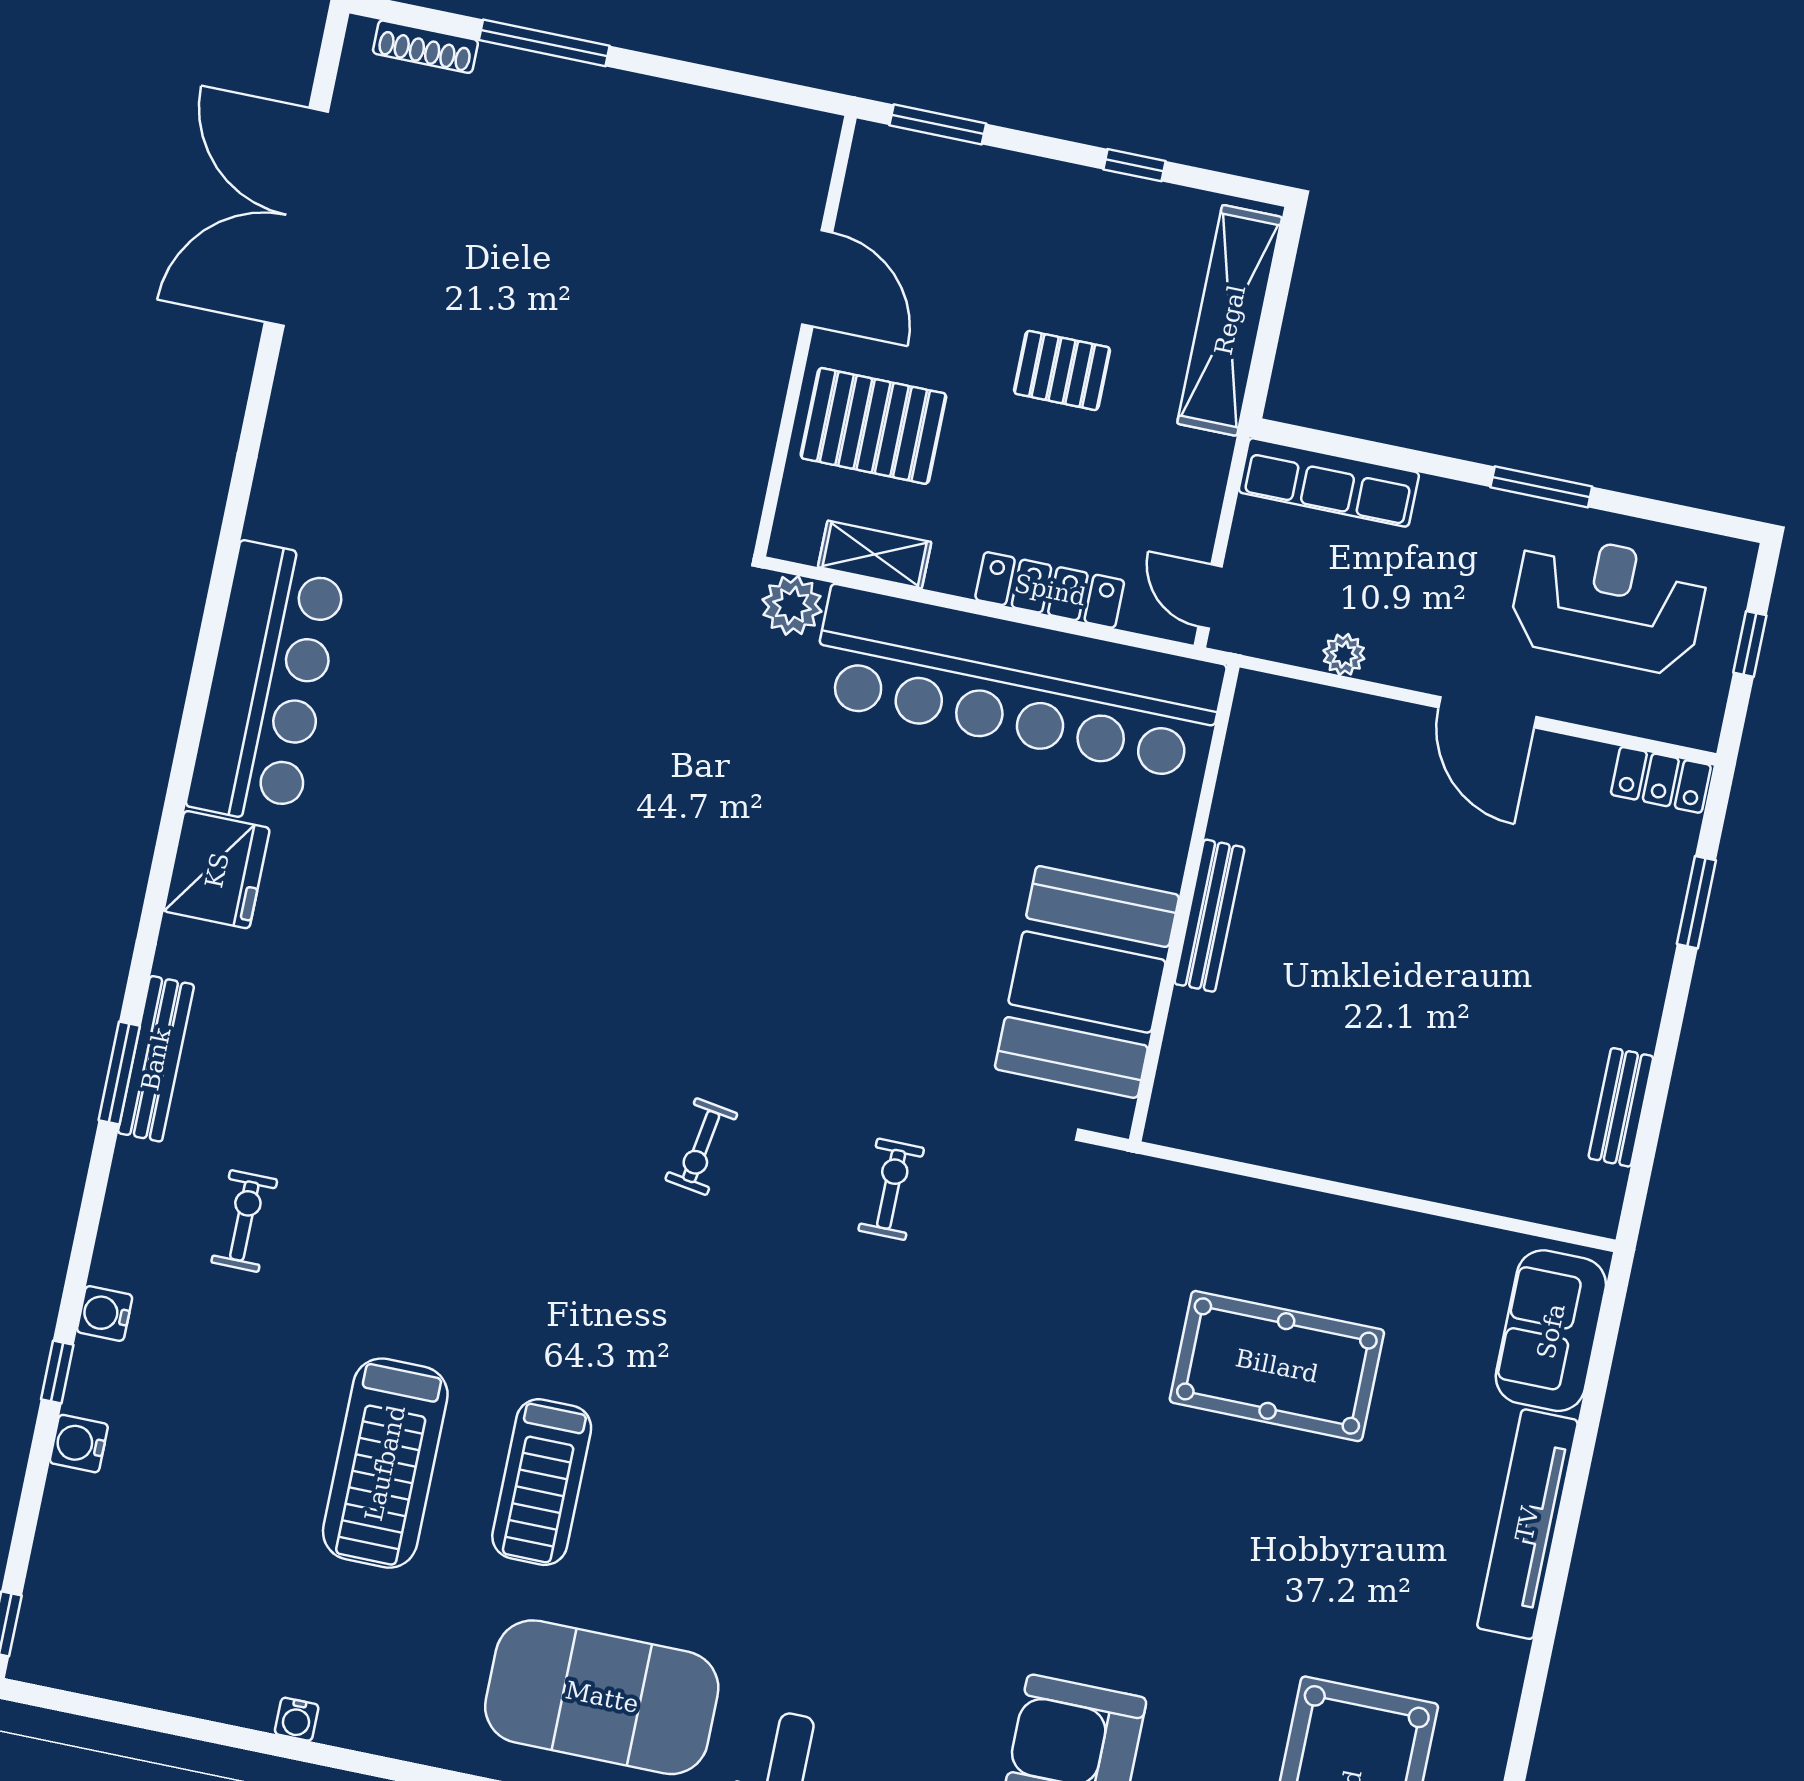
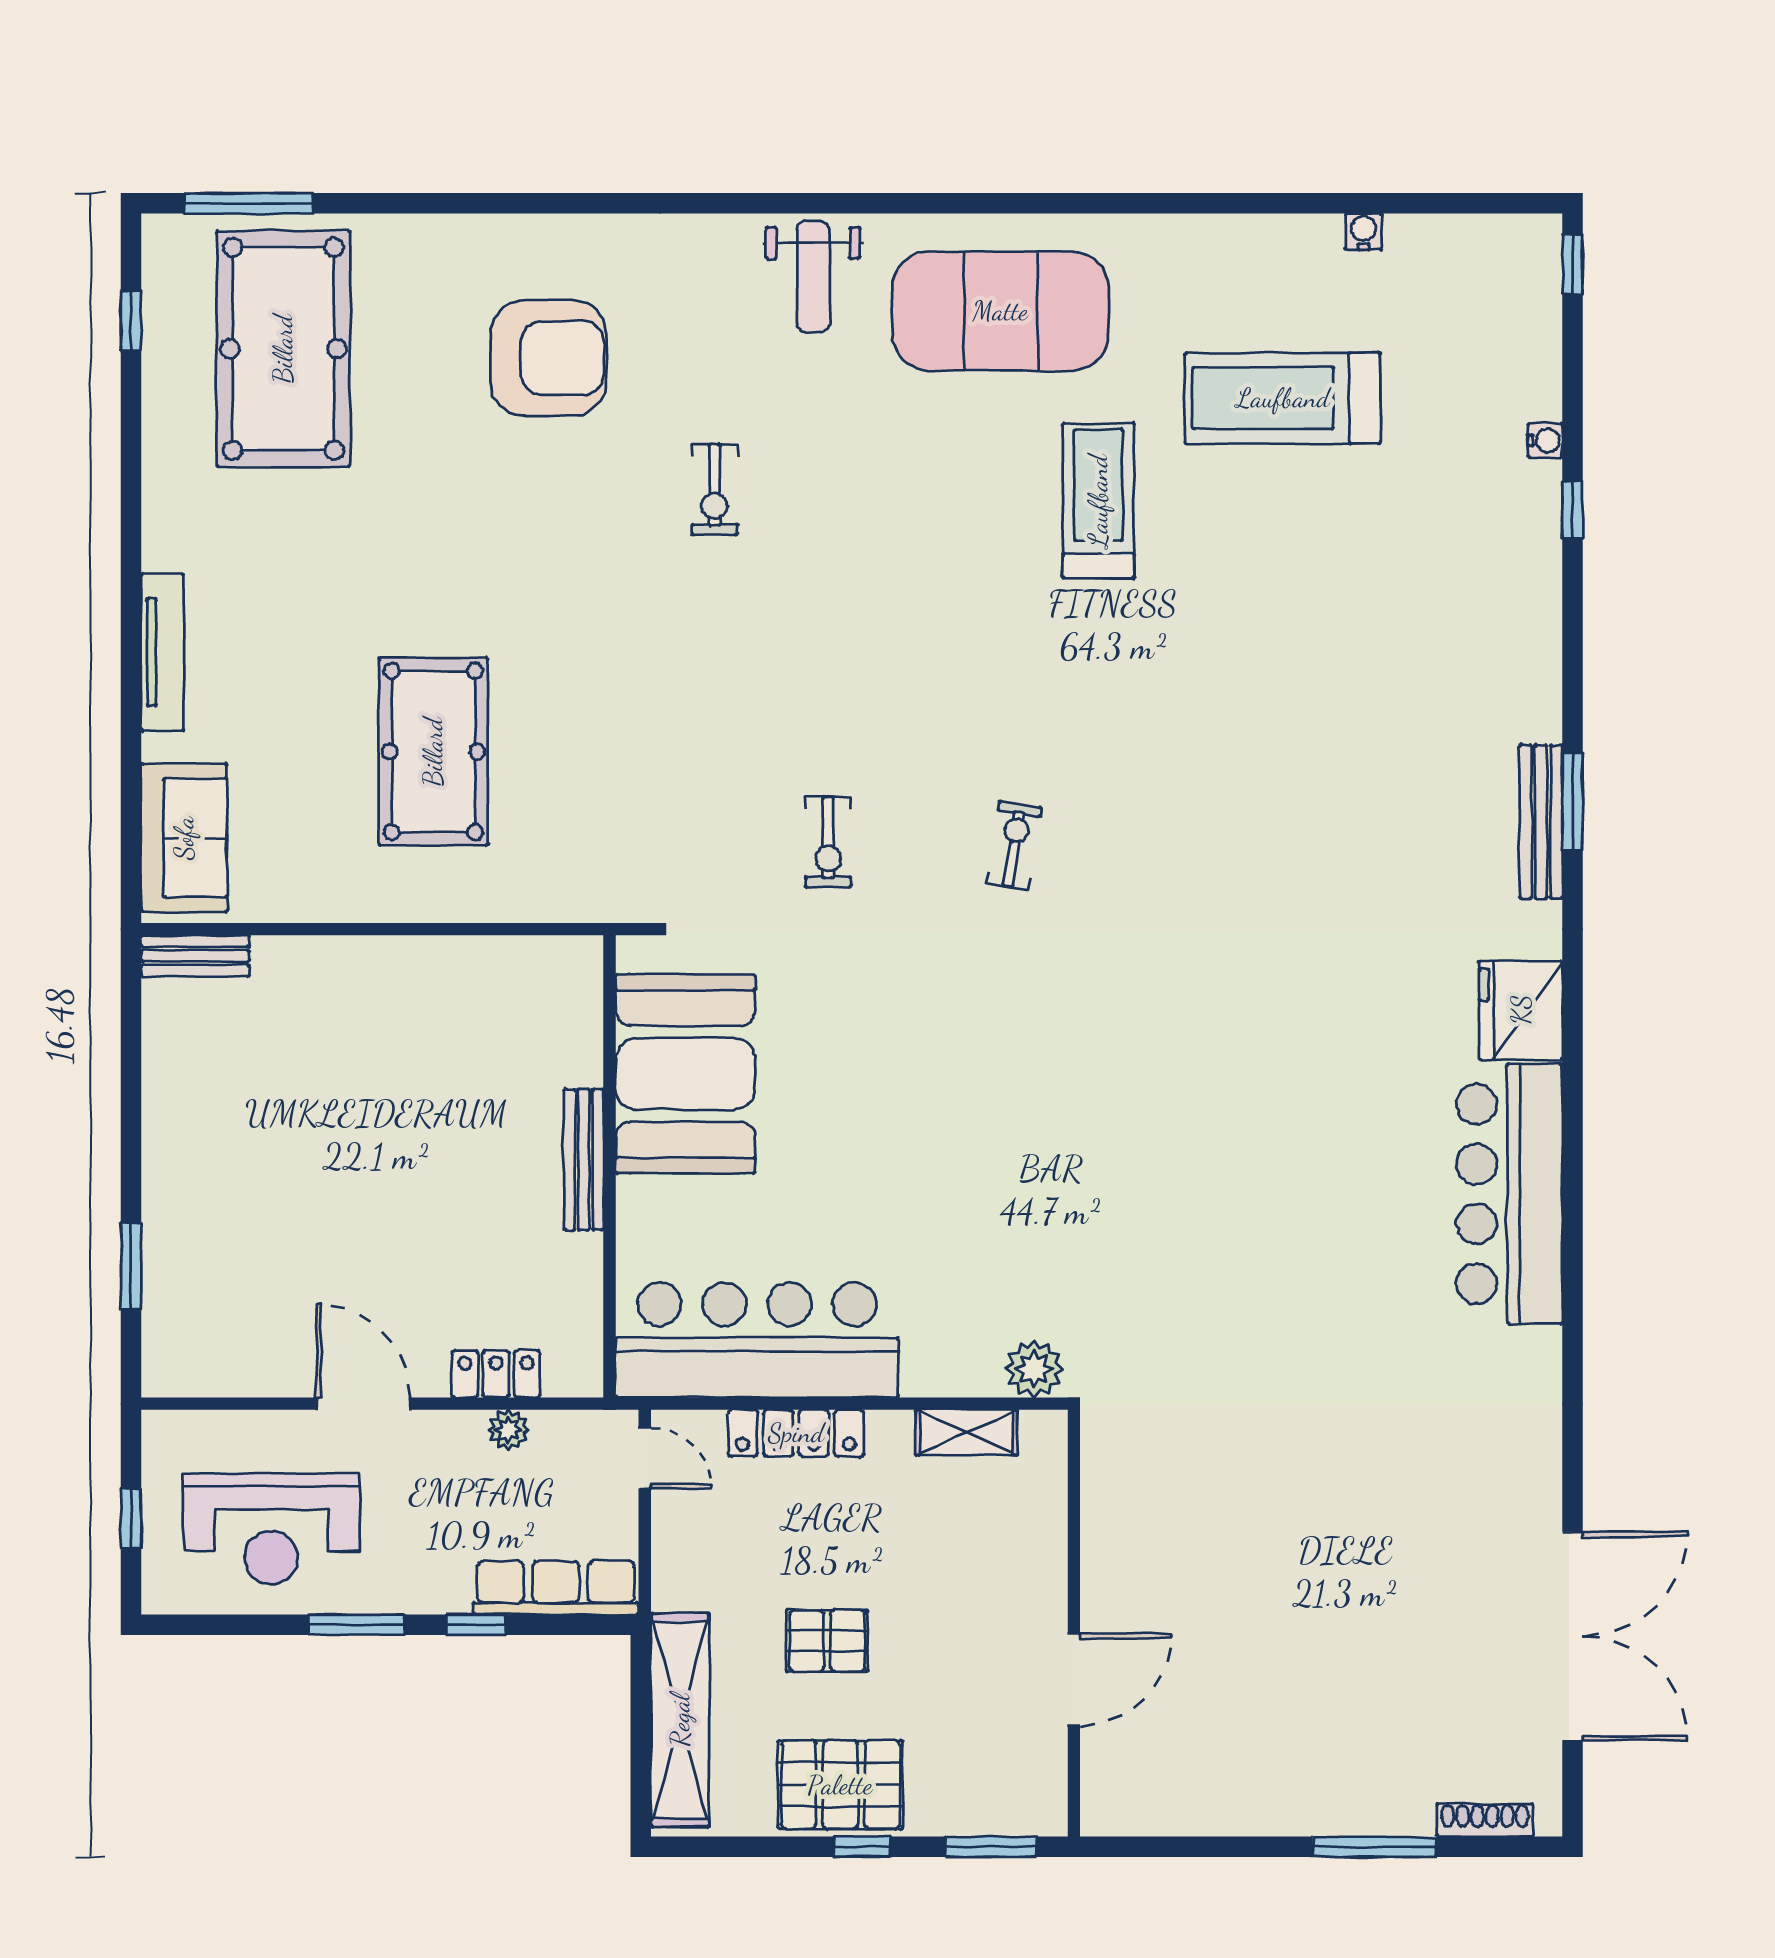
window: (1135, 165) -> (862, 1847), moved
door: (817, 278) -> (1074, 1679), swing flipped
pallet: (873, 426) -> (840, 1785), moved
window: (1419, 462) -> (476, 1625), added
bar counter: (1017, 683) -> (757, 1340), width x0.73
locker: (1661, 780) -> (496, 1374), moved
bench: (1621, 1107) -> (195, 956), moved, turned 90
exercise bike: (244, 1221) -> (715, 489), moved
water cooler: (105, 1313) -> (1540, 574), removed
pool table: (1277, 1366) -> (433, 752), turned 90
water cooler: (79, 1444) -> (1545, 440), width x0.72, depth x0.72
treadmill: (385, 1463) -> (1283, 398), moved, turned -90
tv unit: (1527, 1524) -> (162, 652), width x0.73, depth x0.78
water cooler: (297, 1719) -> (1364, 231), moved

